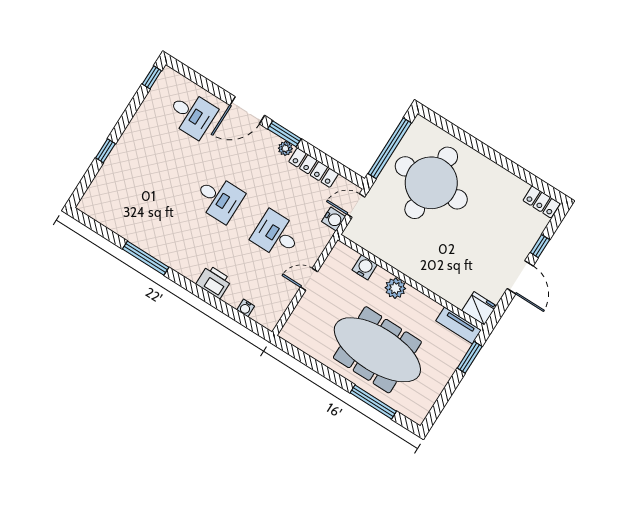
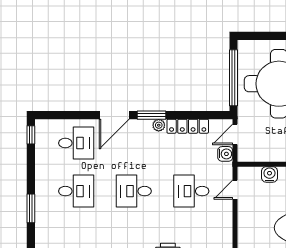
window: (105, 151) -> (31, 208), width x1.50
desk: (161, 162) -> (76, 191), added
desk: (219, 198) -> (134, 191), turned 180
door: (309, 279) -> (235, 190), moved

